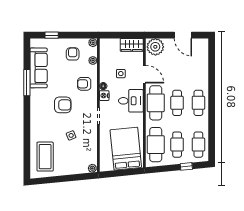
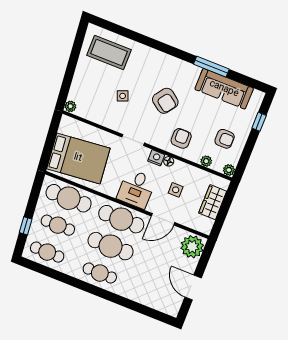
door: (183, 35) -> (193, 288), hinge flipped
wardrobe: (132, 45) -> (213, 202), moved
cafe table: (177, 103) -> (111, 246), width x1.37, depth x1.35
armchair: (63, 105) -> (165, 101), turned -54

